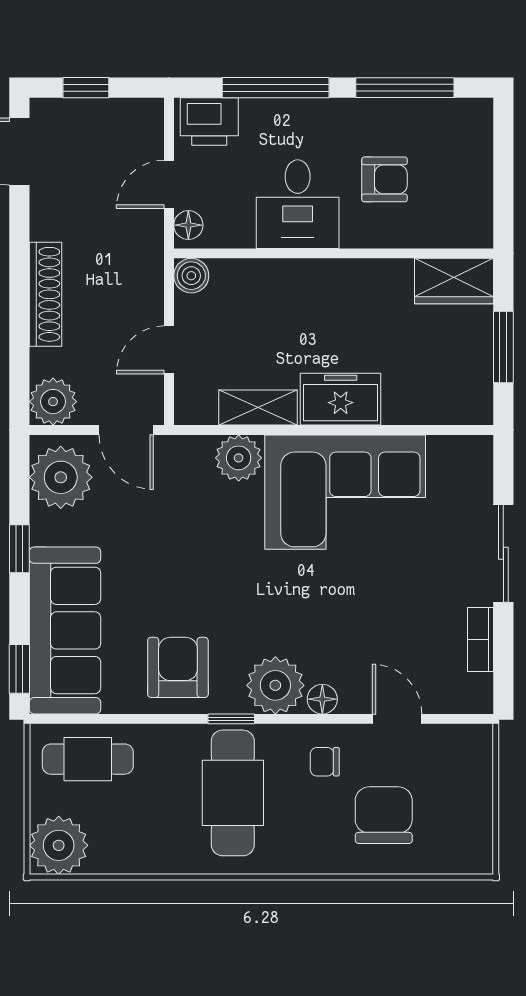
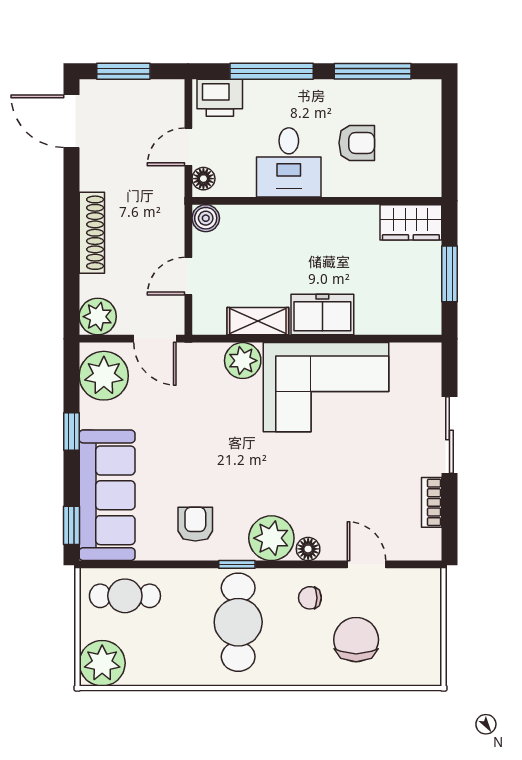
window: (86, 88) -> (123, 71), width x1.50
armchair: (178, 667) -> (195, 524), width x0.72, depth x0.72

